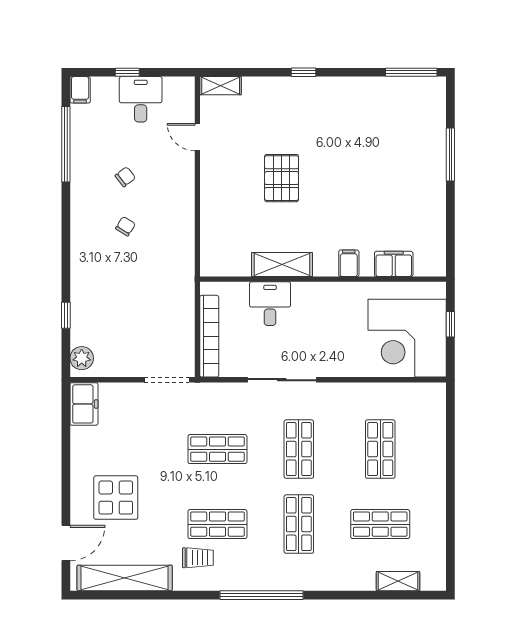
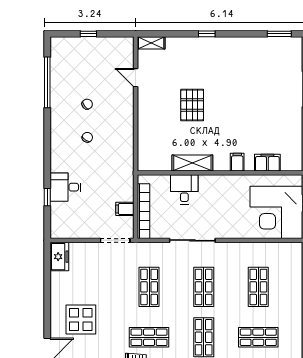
window: (411, 72) -> (279, 34), width x0.69
filing cabinet: (80, 90) -> (125, 209), moved, turned 90
desk: (141, 99) -> (65, 187), moved, turned -90
plant: (82, 358) -> (58, 226), removed
shop shelf: (217, 449) -> (149, 287), turned 90

